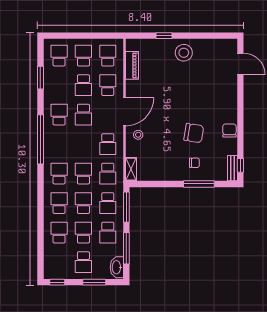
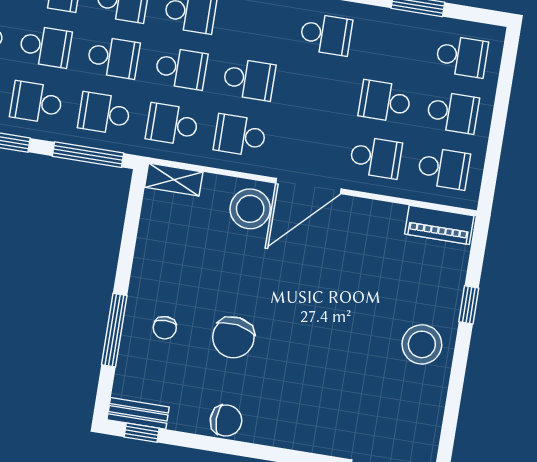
piano: (132, 65) -> (439, 225), moved
door: (124, 112) -> (308, 186), hinge flipped
school desk: (83, 115) -> (249, 79), moved, turned 180
stool: (138, 135) -> (250, 209), width x1.89, depth x1.89

